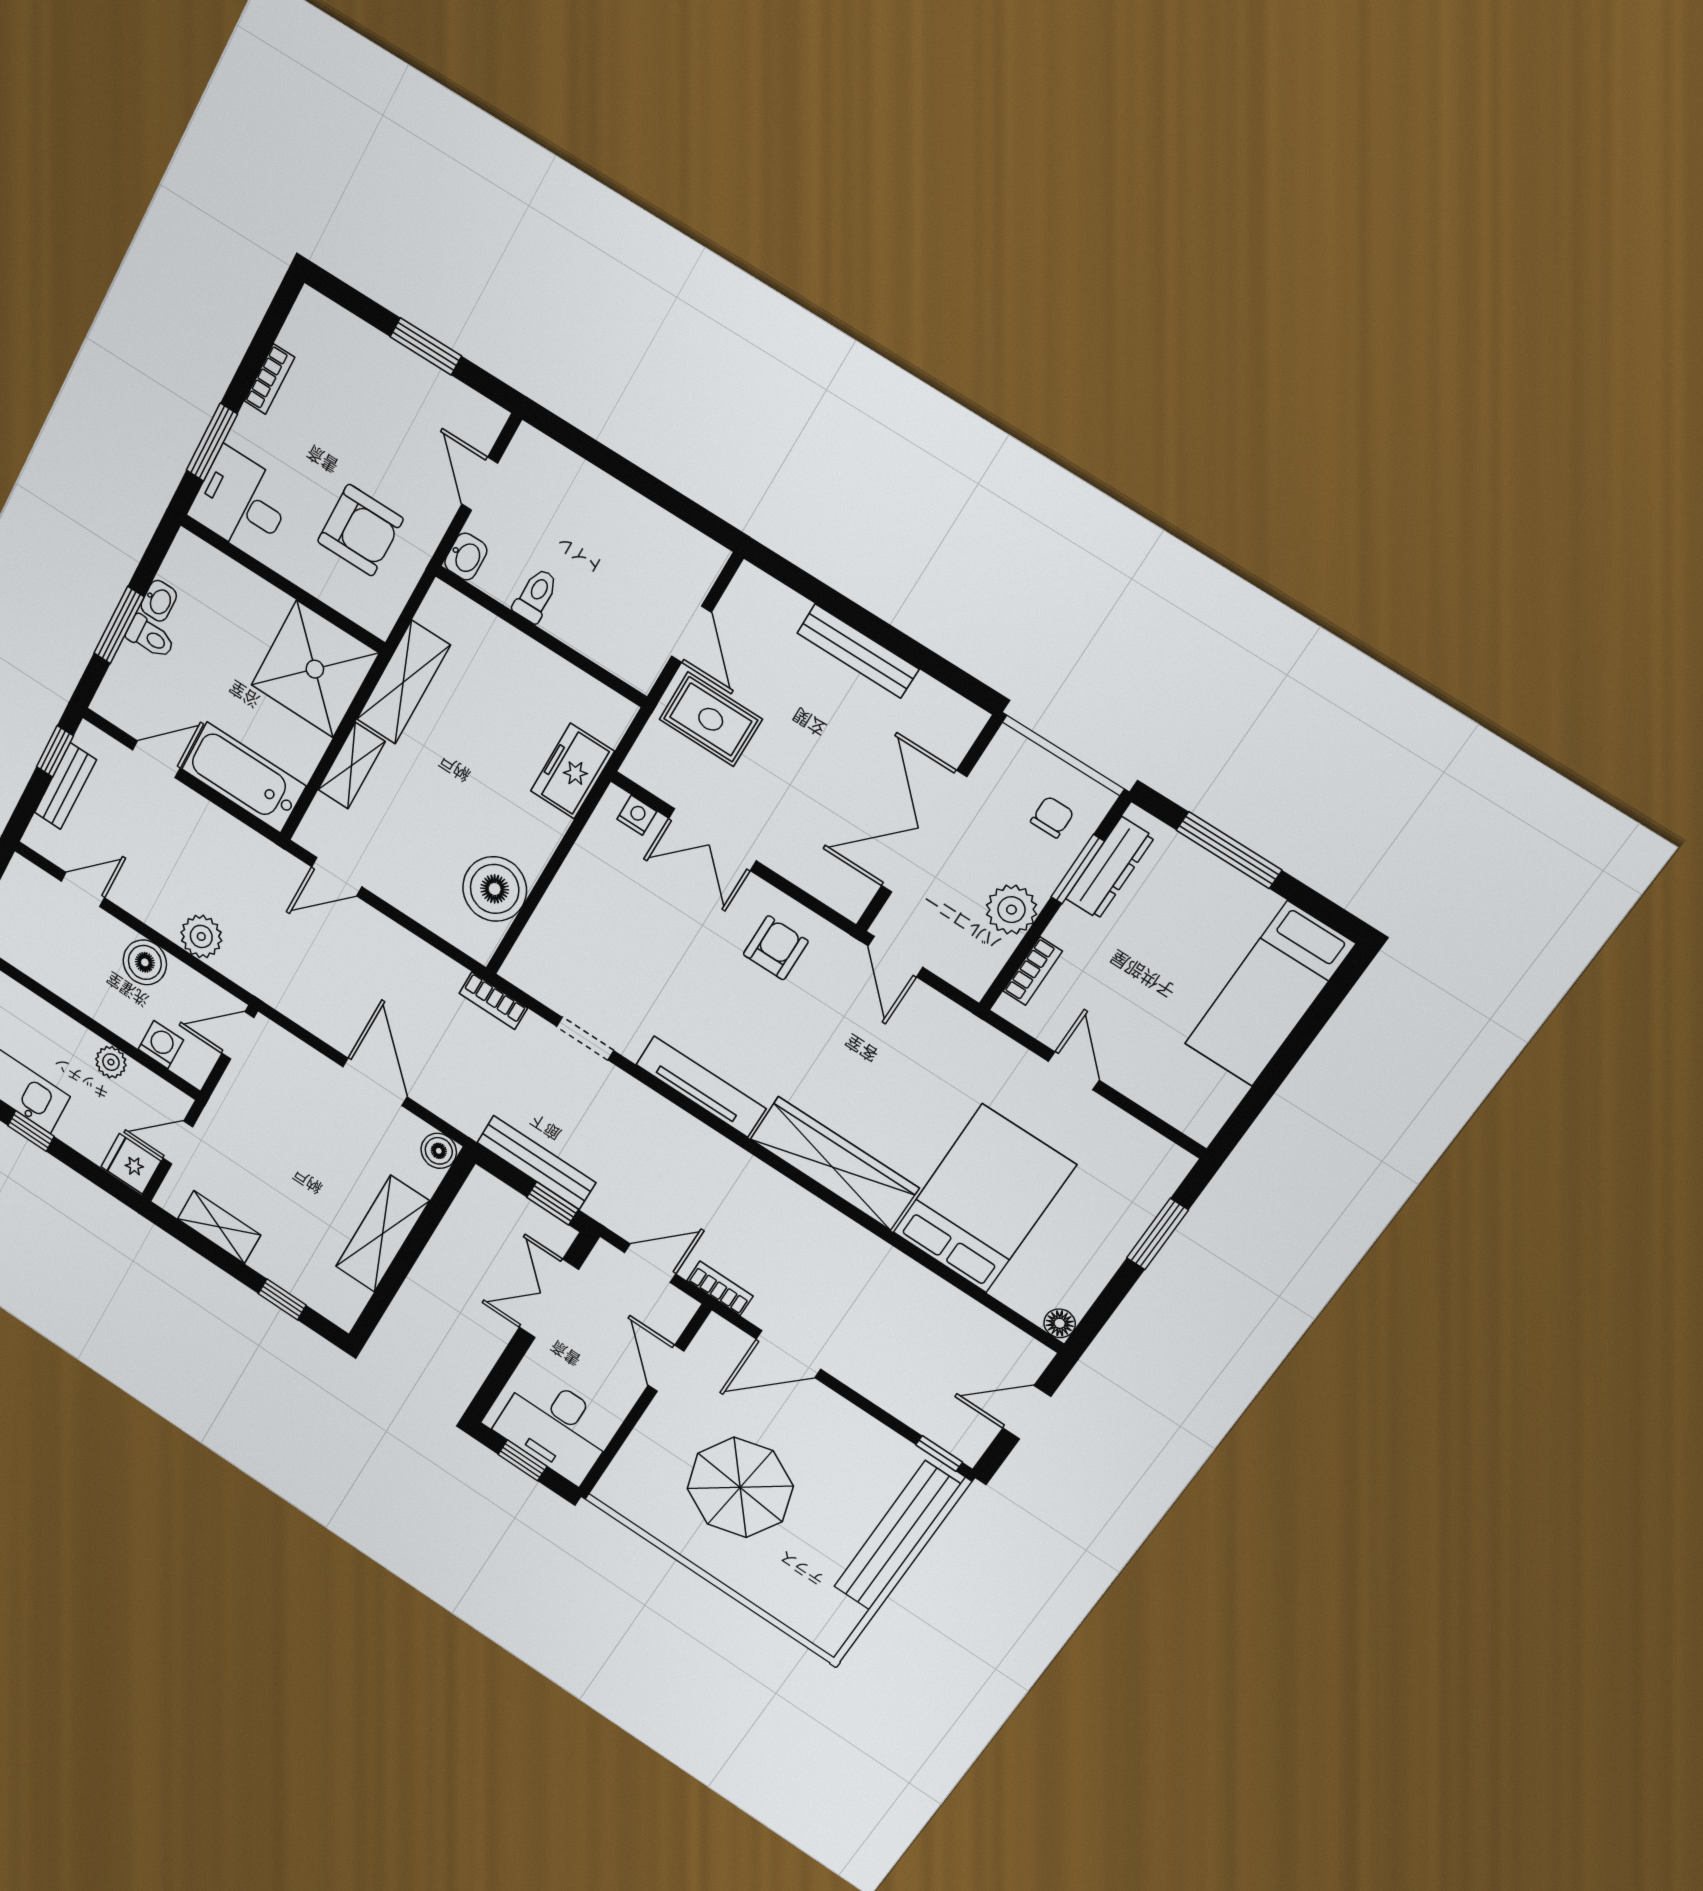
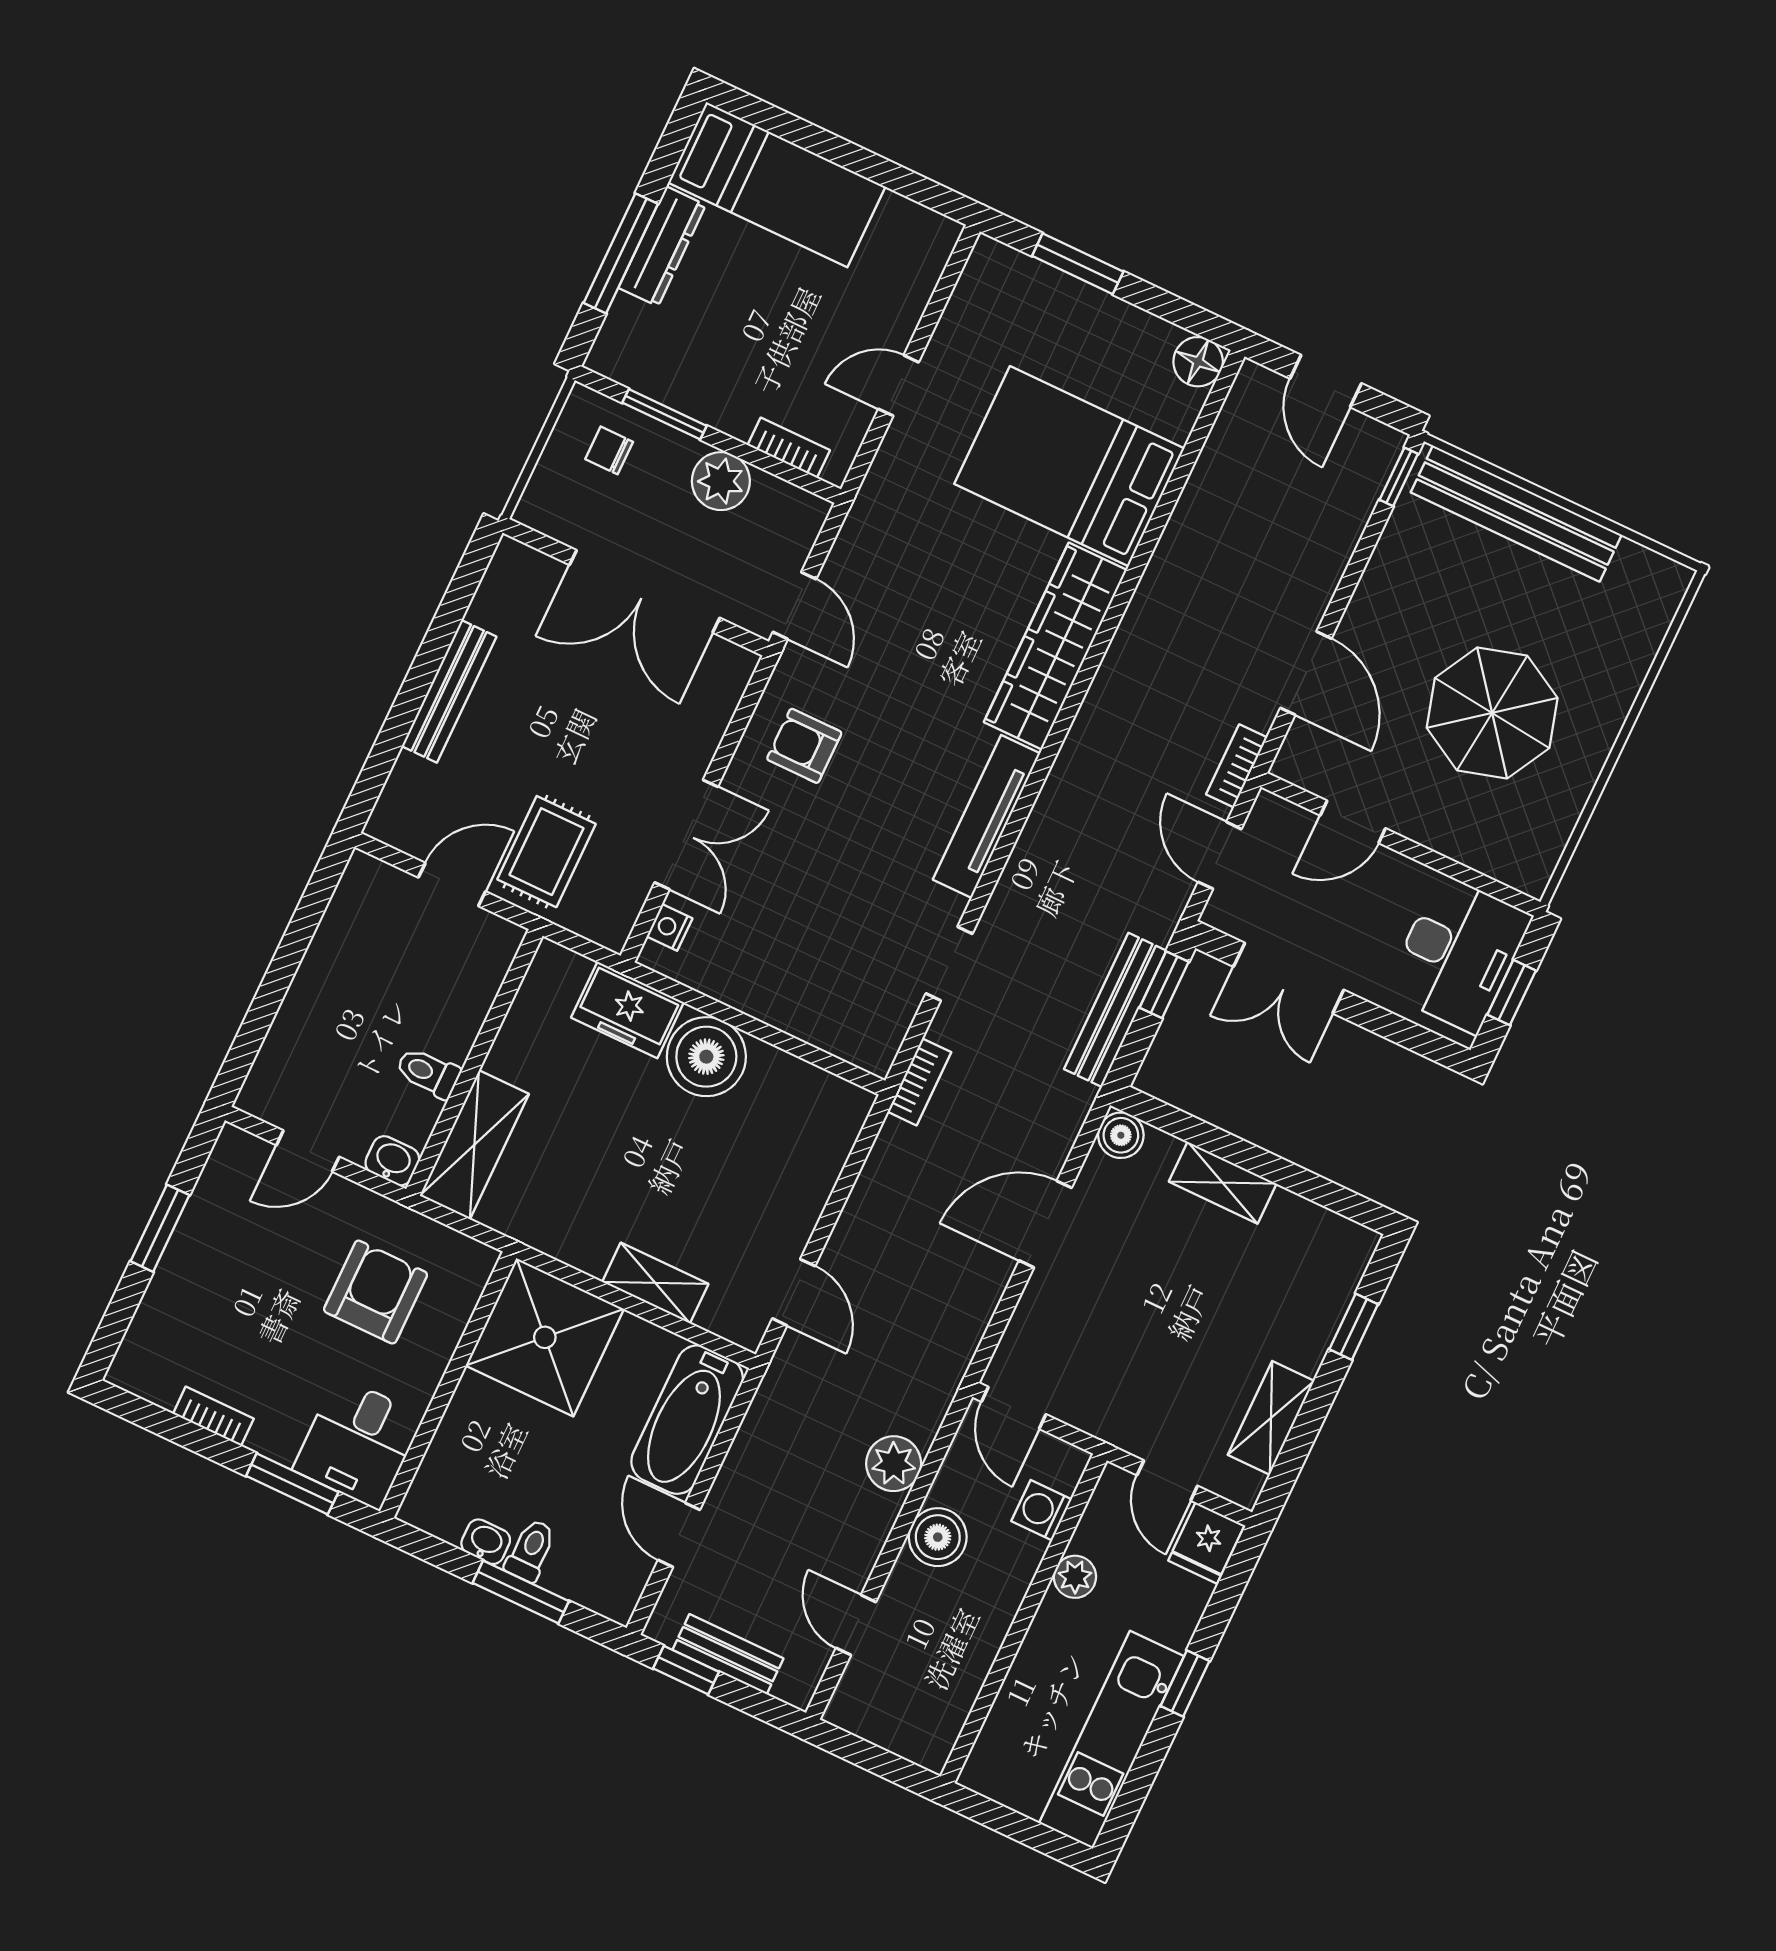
shelving: (403, 682) -> (474, 1145), moved, turned 90
dresser: (1110, 868) -> (662, 246), moved, turned 90
boiler: (495, 889) -> (706, 1057), moved
door: (895, 957) -> (795, 606), hinge flipped
shelving: (382, 1234) -> (1223, 1183), width x0.67, depth x0.75
floor lamp: (1060, 1323) -> (1198, 362), width x1.37, depth x1.37

